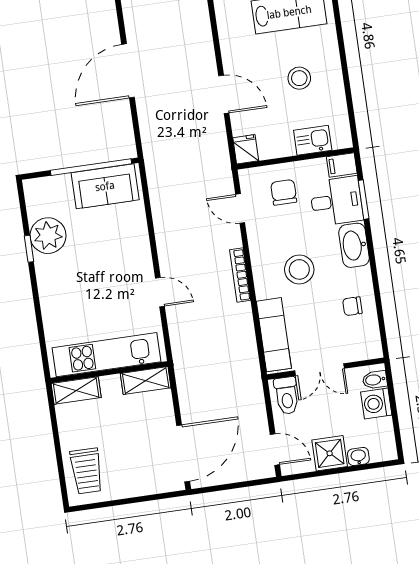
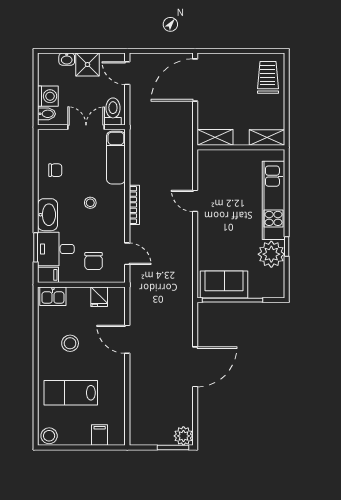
kitchen sink: (313, 140) -> (53, 296), moved
fridge: (246, 149) -> (99, 297), moved
stool: (299, 269) -> (90, 203), width x0.53, depth x0.53
kitchen unit: (106, 355) -> (274, 200), moved, turned 90

